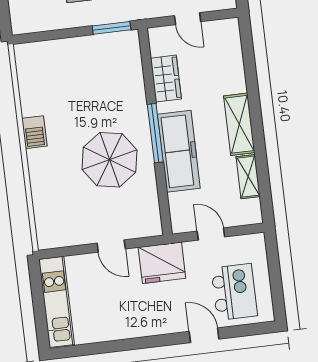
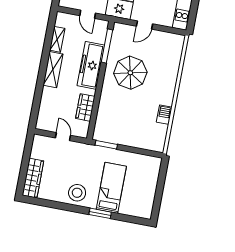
barbecue: (34, 132) -> (164, 115), moved
window: (155, 133) -> (107, 46), moved
door: (111, 246) -> (144, 25), swing flipped

